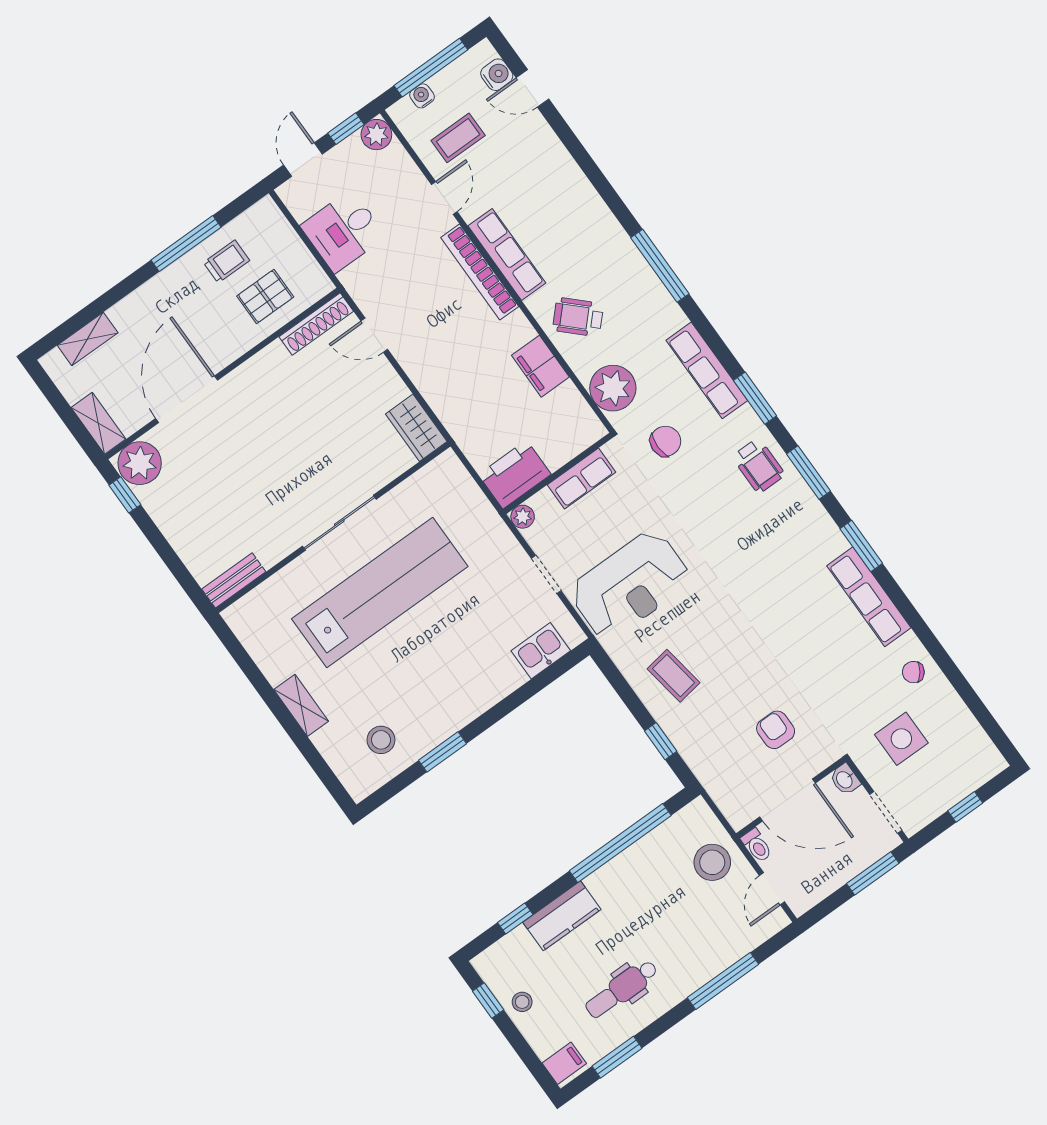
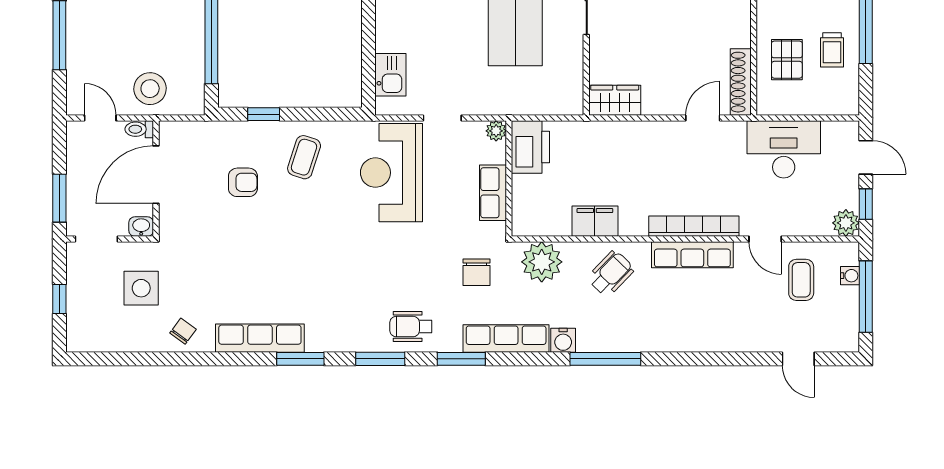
water cooler: (497, 75) -> (563, 340), moved
door: (533, 88) -> (798, 359), swing flipped
desk: (343, 231) -> (784, 149), width x1.37
coffee table: (674, 676) -> (304, 157), turned -63
armchair: (776, 730) -> (243, 182), moved

